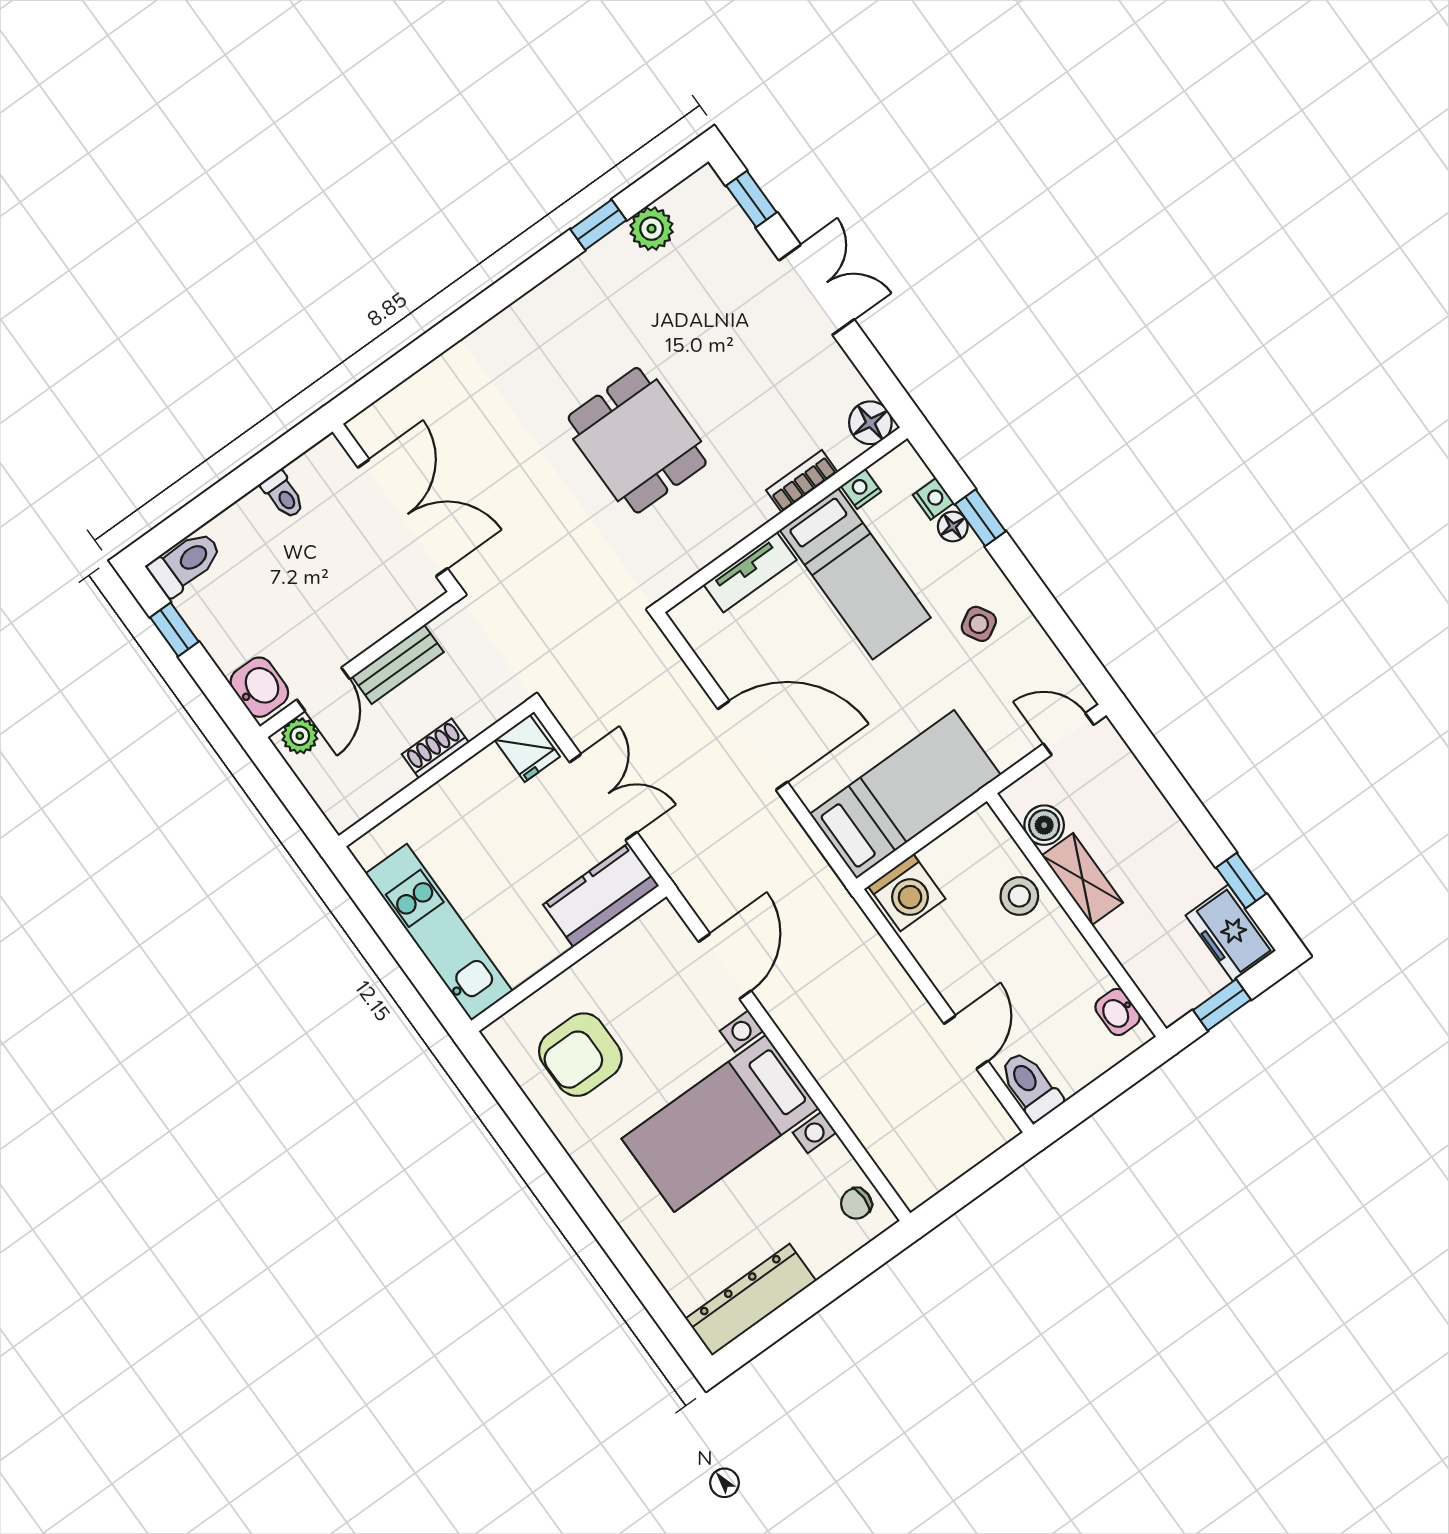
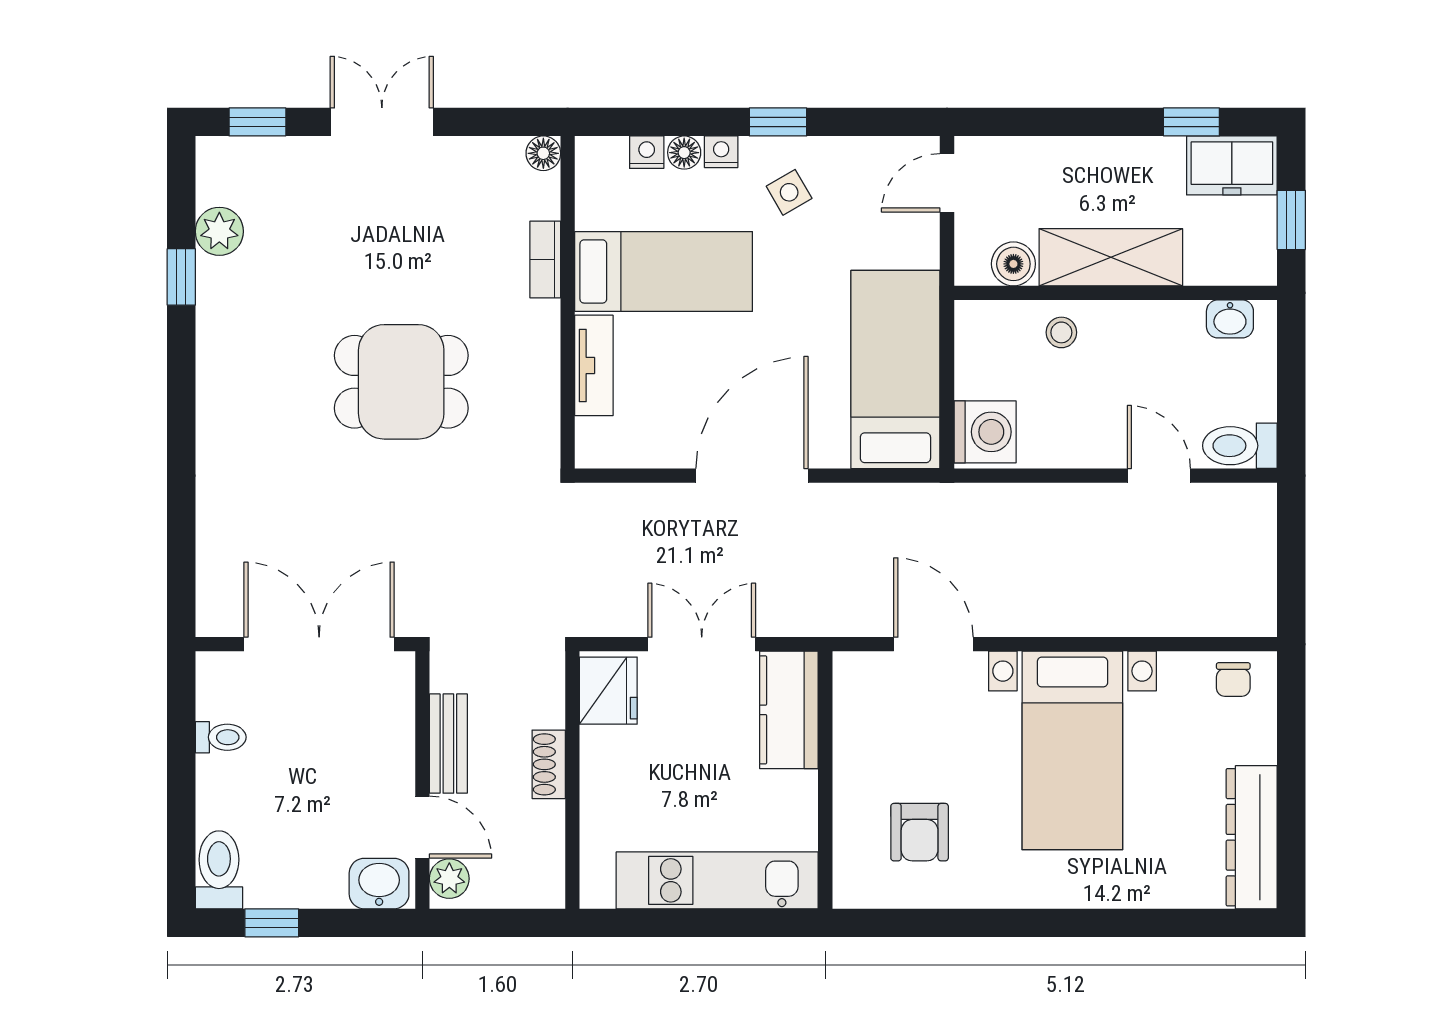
floor lamp: (870, 423) -> (543, 153), width x0.73, depth x0.73
nightstand: (861, 489) -> (721, 152), moved, turned 90
window: (980, 518) -> (778, 122), moved
fridge: (527, 748) -> (608, 691), width x1.38
shelving: (1082, 879) -> (1111, 257), width x1.50, depth x1.33
stool: (1019, 896) -> (1061, 332), width x0.73, depth x0.73
armchair: (580, 1055) -> (920, 832), width x0.72, depth x0.72

